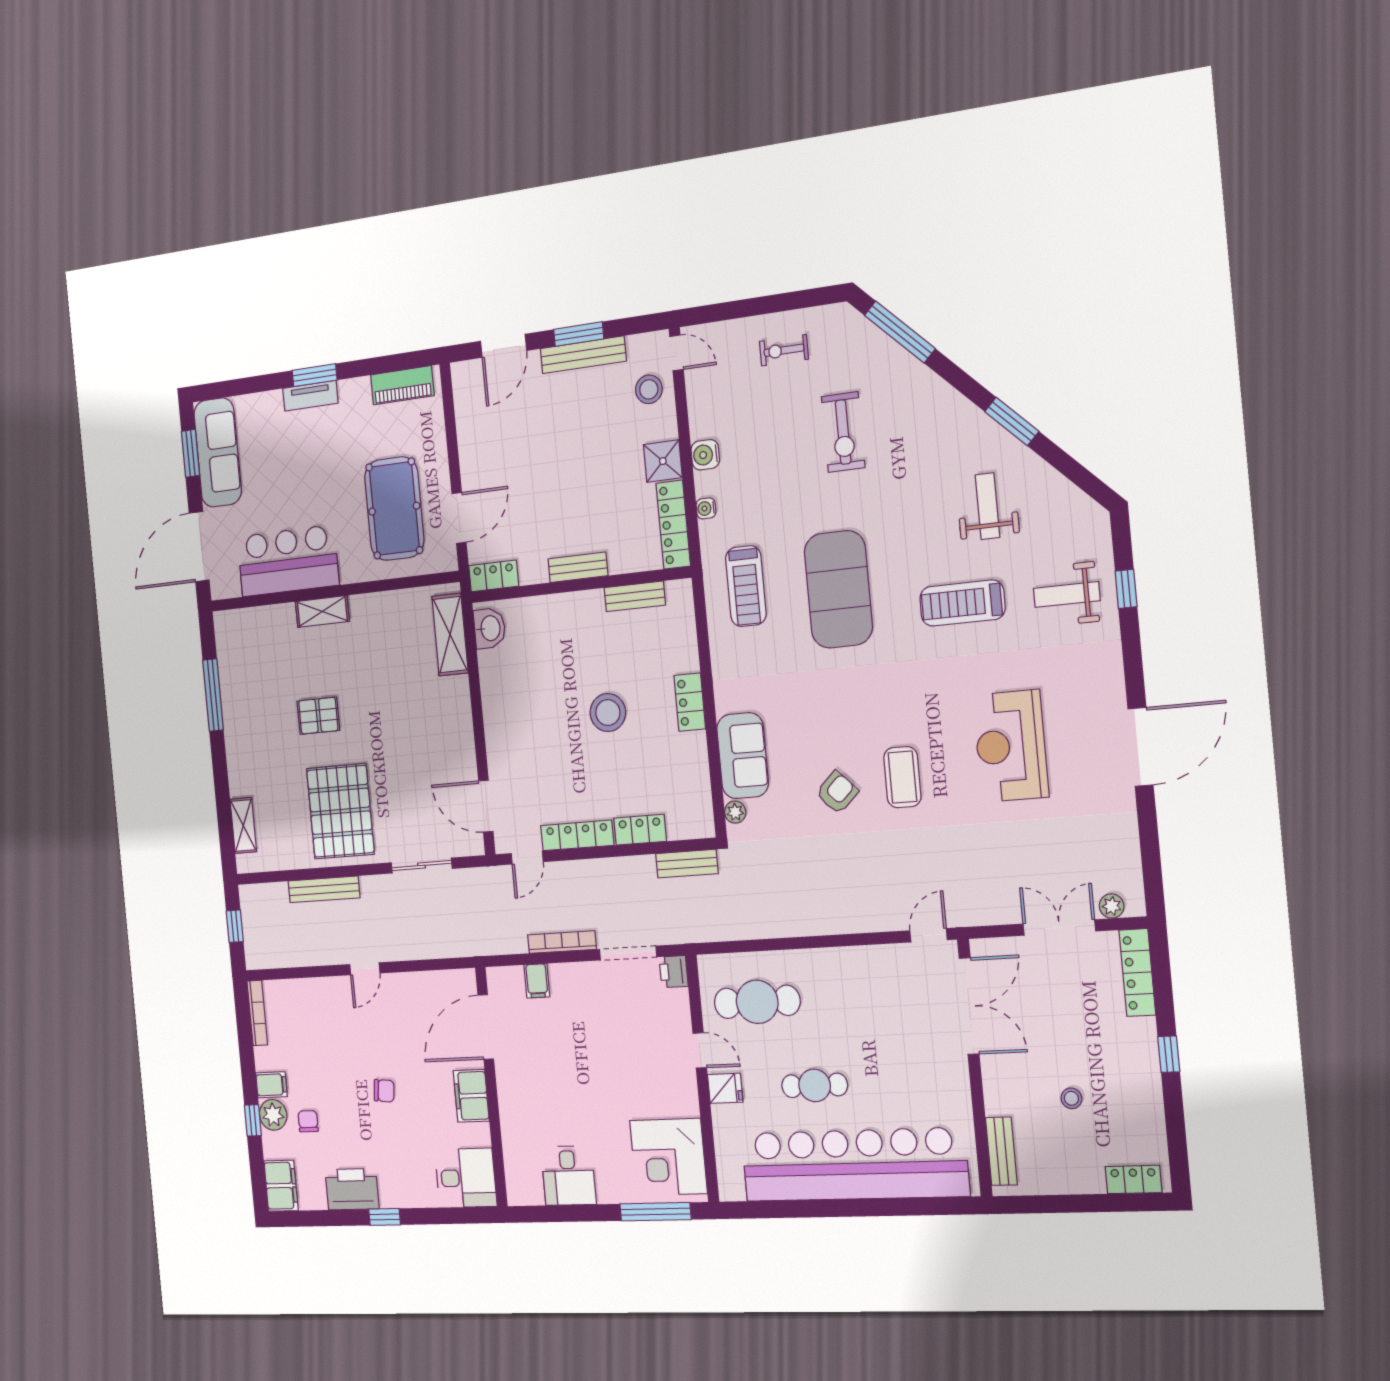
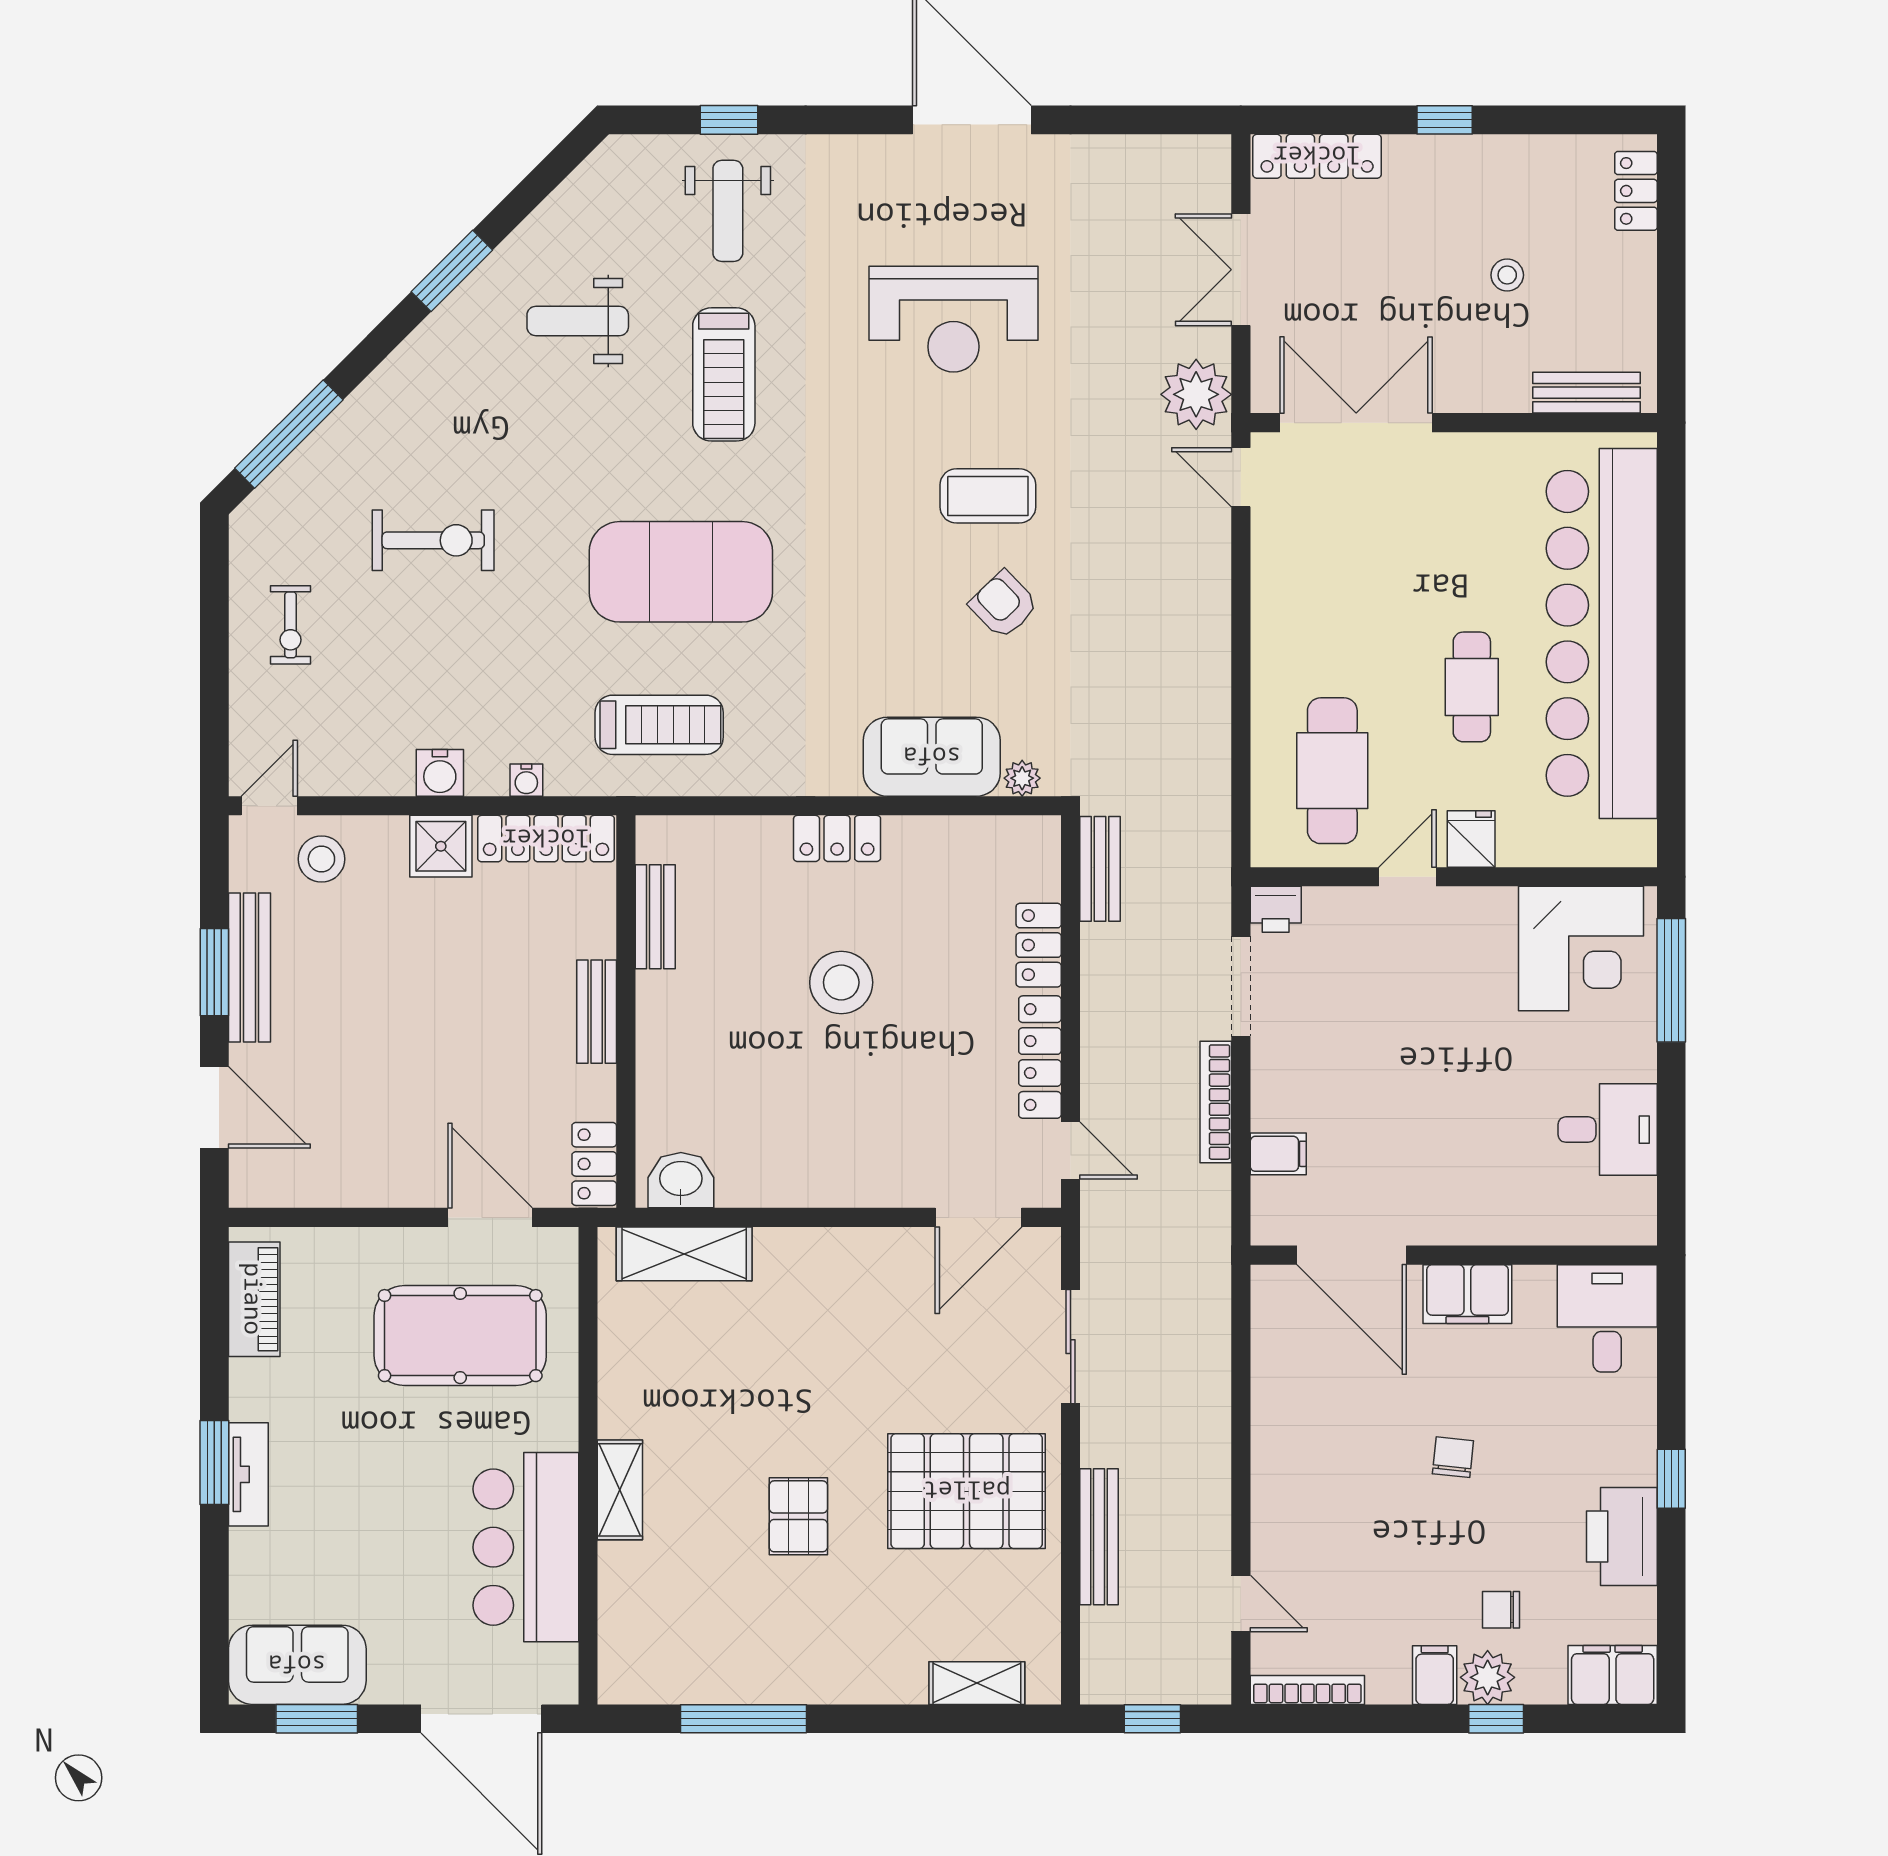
sofa: (218, 452) -> (297, 1665), width x0.73
plant: (1112, 906) -> (1196, 394), moved, width x1.87, depth x1.87
door: (365, 969) -> (1241, 1604), moved

